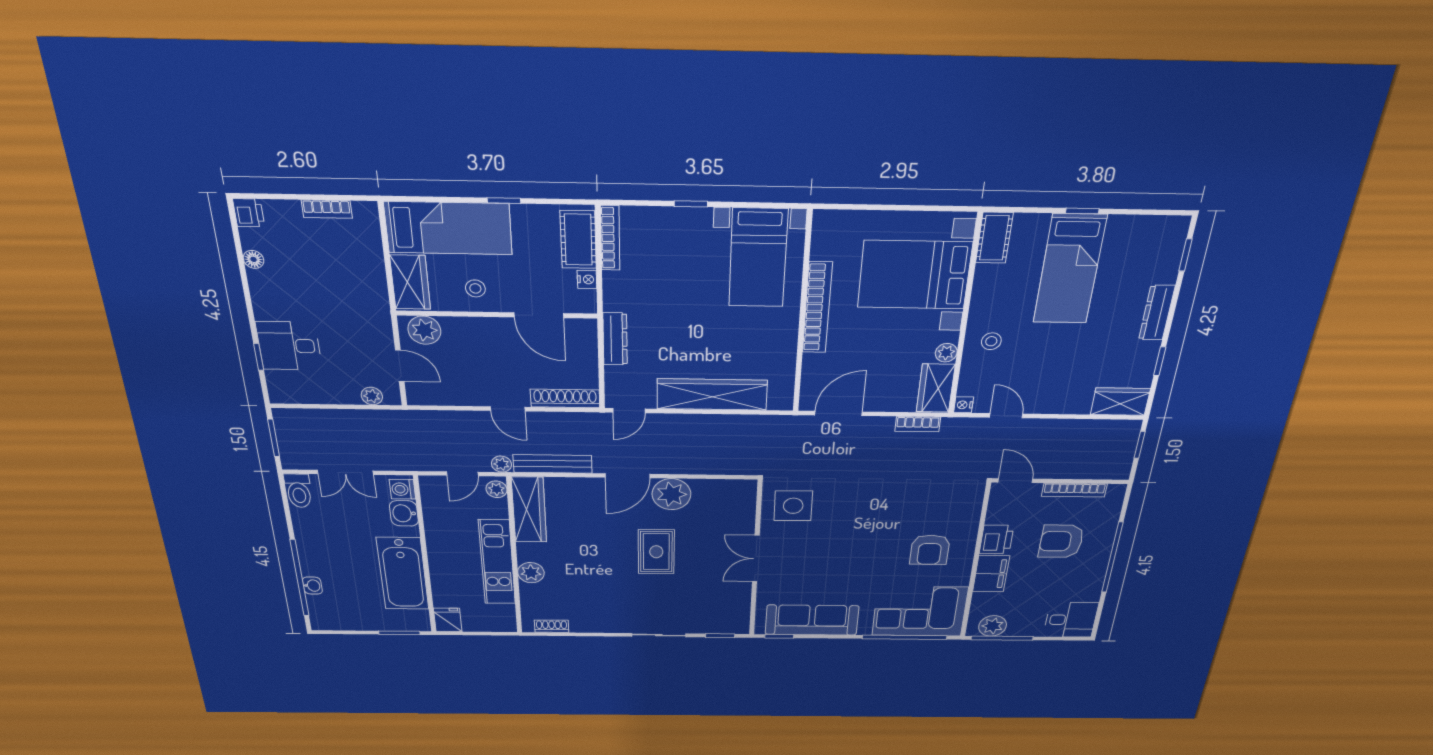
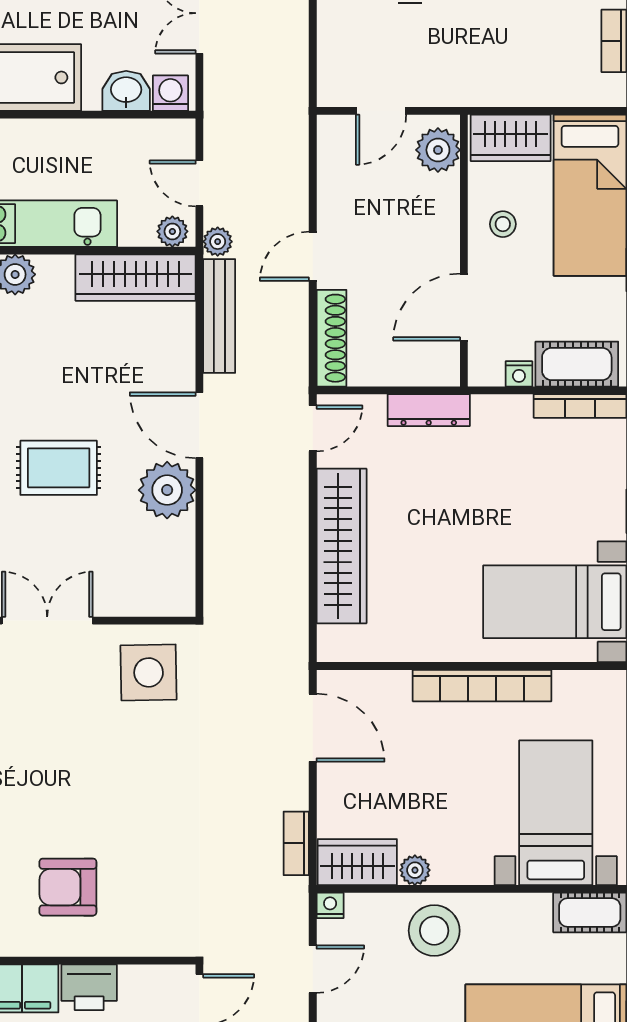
bed with nightstands: (915, 275) -> (556, 813), width x0.73
stool: (991, 341) -> (434, 931), width x1.89, depth x1.89
plant: (372, 396) -> (331, 67), removed
door: (629, 411) -> (313, 428), swing flipped

